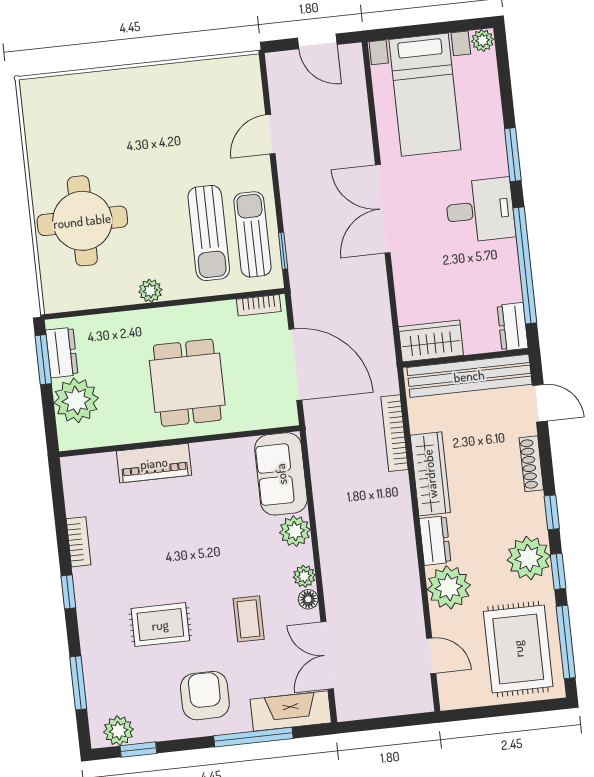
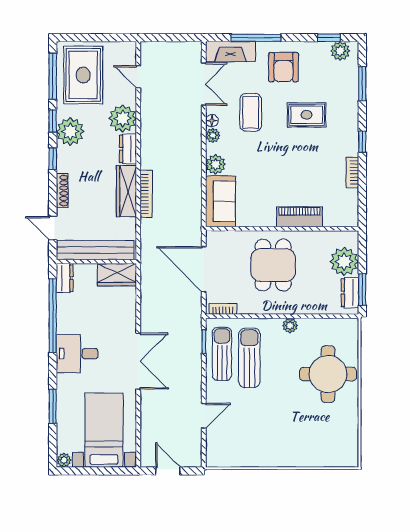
window: (513, 155) -> (53, 406), moved
sun lounger: (252, 234) -> (222, 354), turned 180
bookcase: (394, 433) -> (146, 194), moved
coffee table: (249, 619) -> (251, 112), width x1.36, depth x1.30

